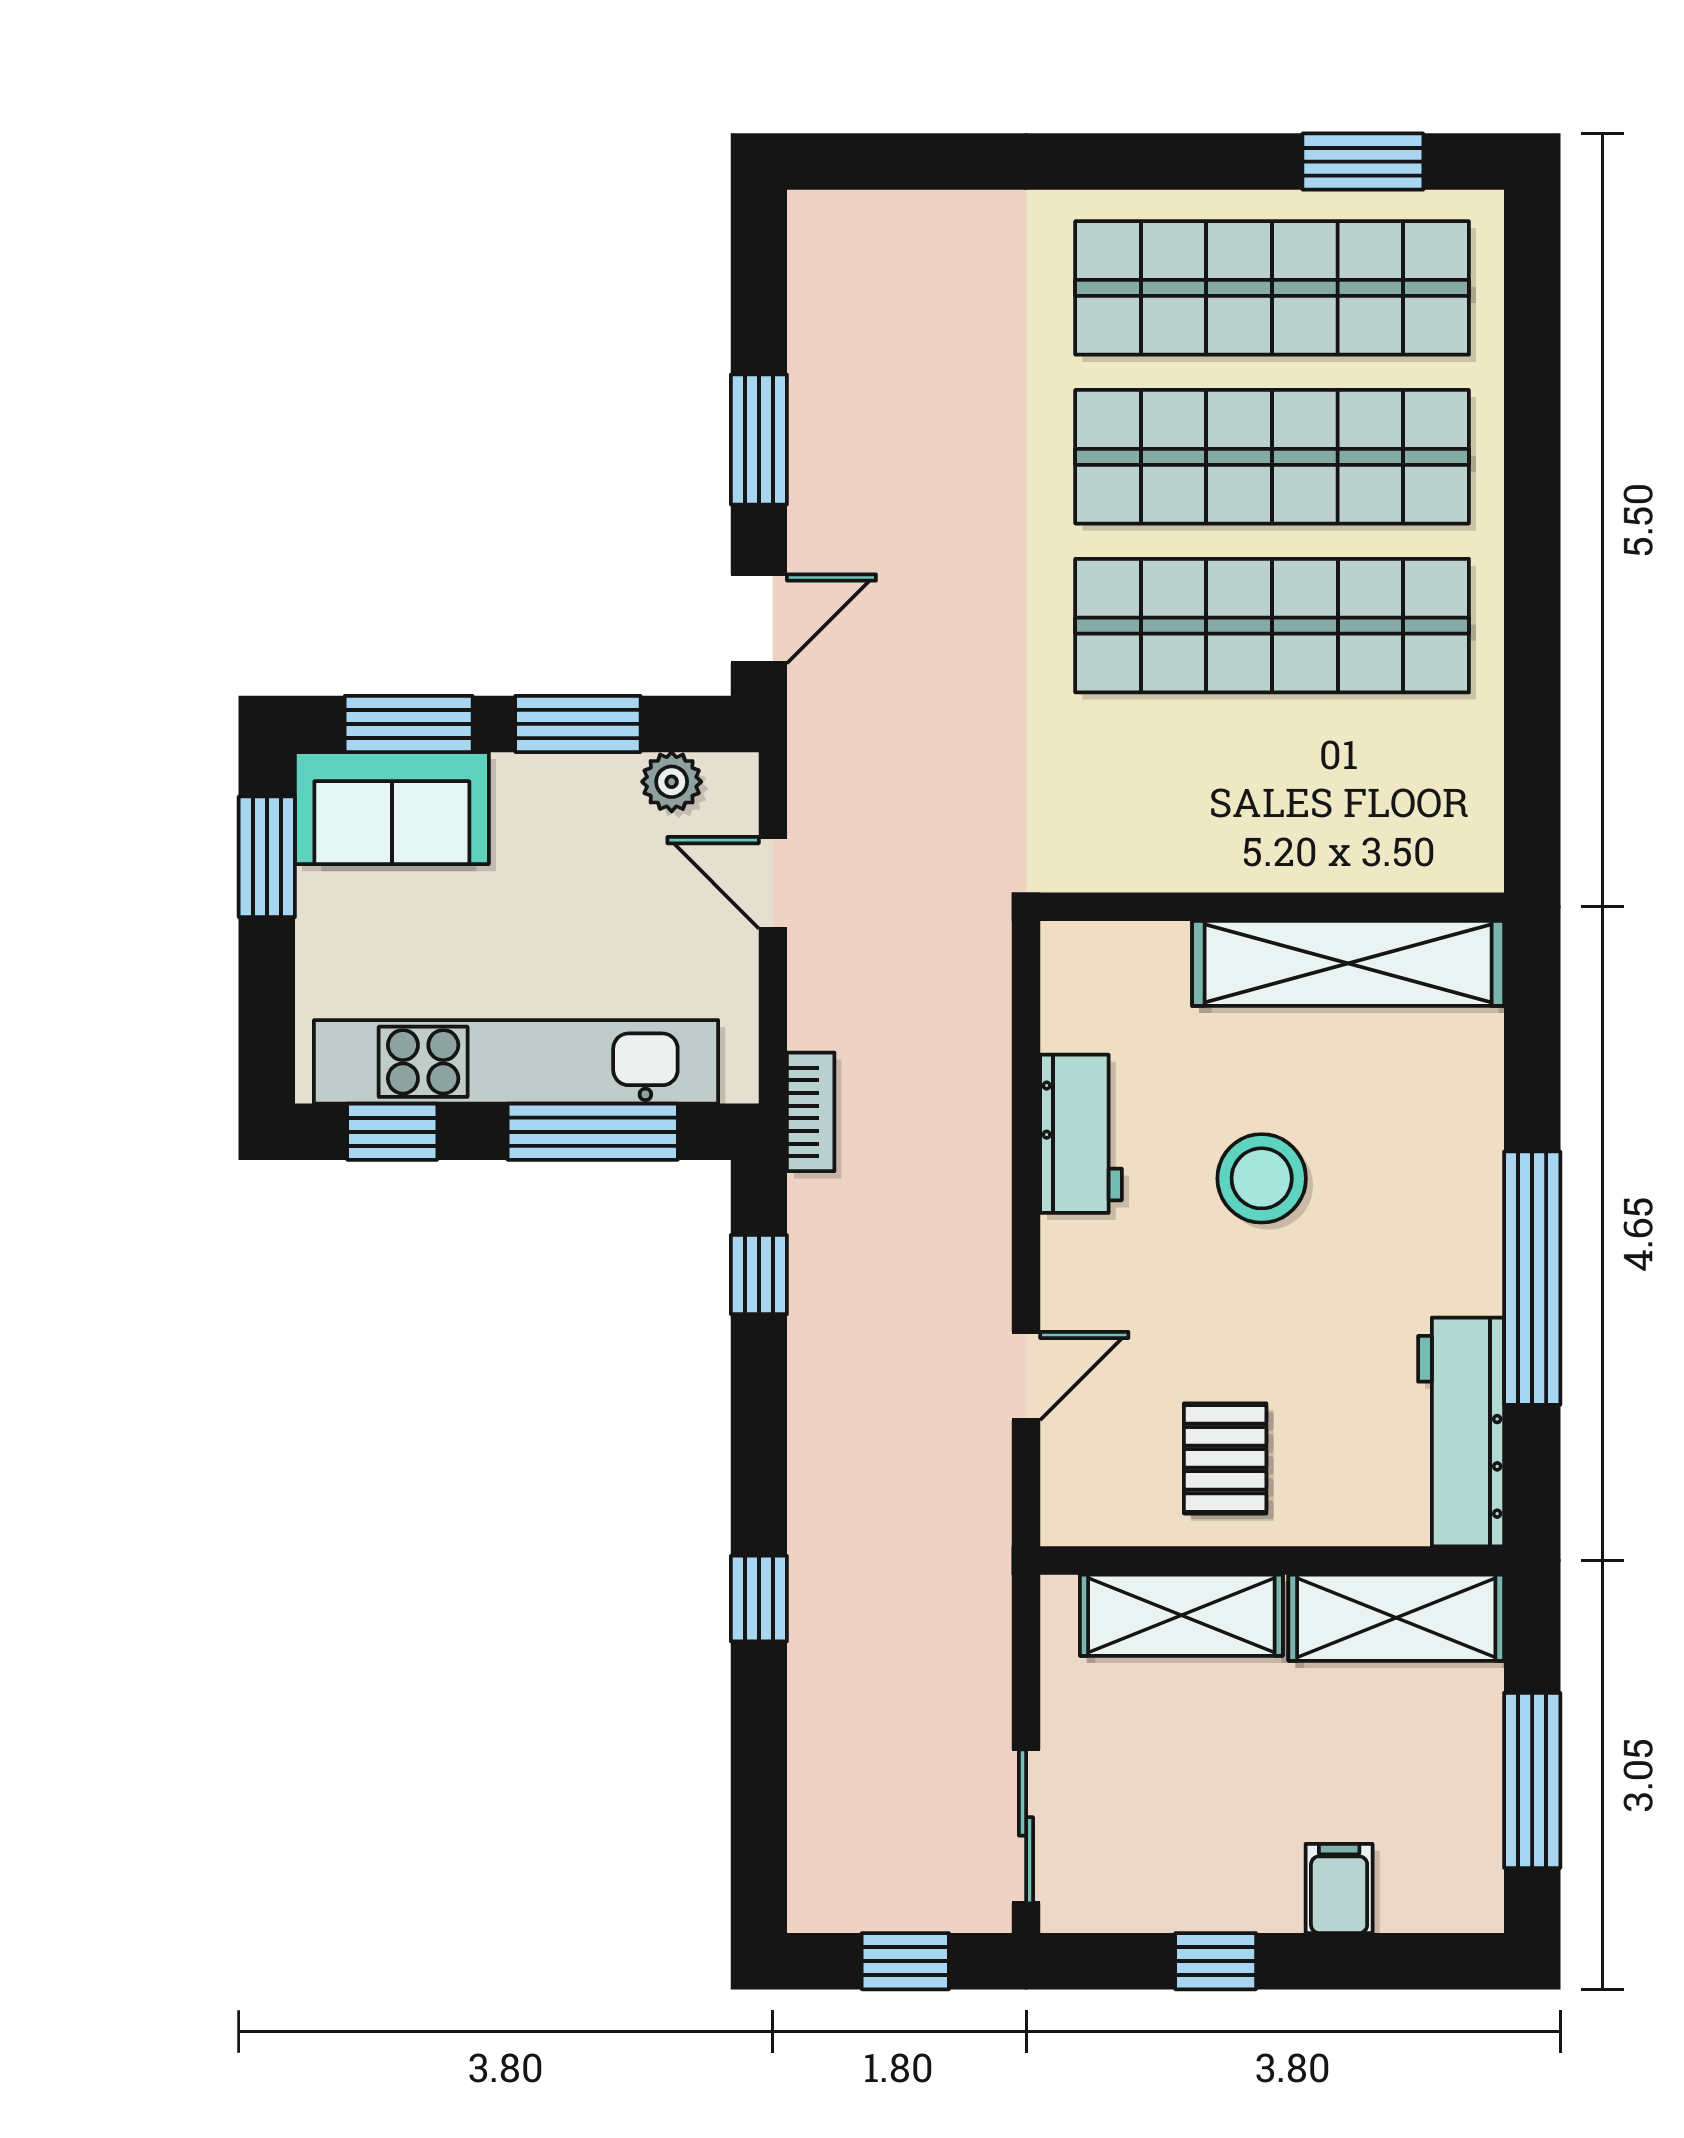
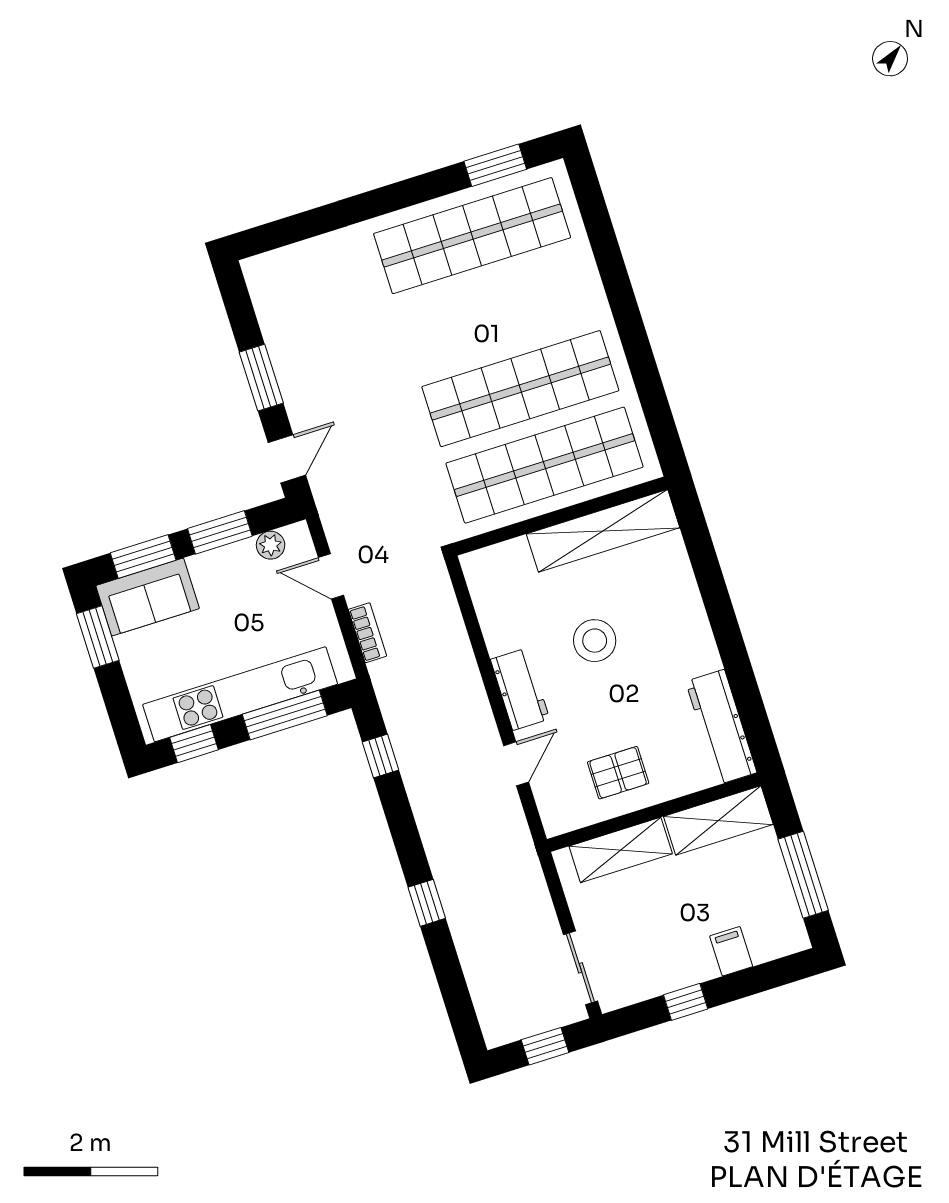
shop shelf: (1272, 457) -> (544, 465), moved
bookcase: (811, 1112) -> (368, 633), moved
workbench: (1081, 1134) -> (520, 689), moved
window: (1532, 1278) -> (731, 647), removed
pallet: (1225, 1458) -> (618, 773), turned 90

